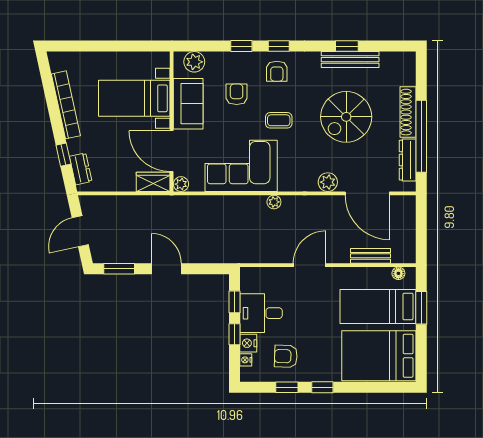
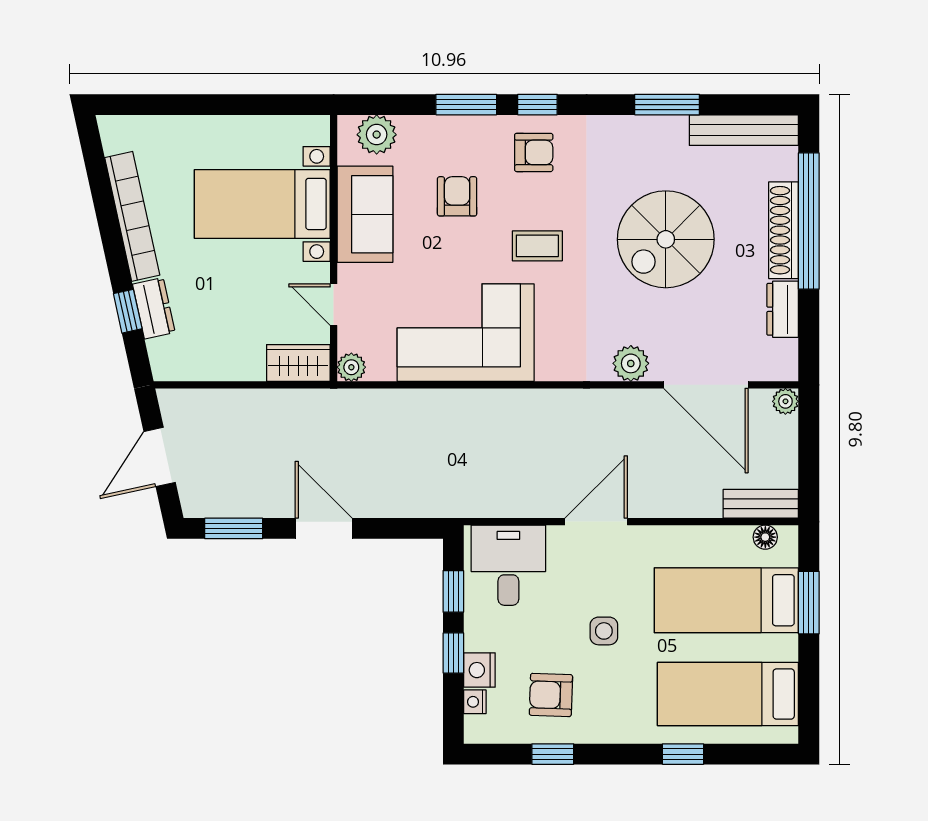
window: (241, 46) -> (466, 105), width x1.50
window: (347, 46) -> (667, 105), width x1.50
bench: (350, 60) -> (744, 130), moved
armchair: (277, 71) -> (534, 152), turned -90
window: (421, 136) -> (809, 221), moved
door: (172, 151) -> (334, 305), width x0.53
dresser: (408, 160) -> (783, 309), width x0.70
dresser: (81, 169) -> (154, 308), moved
plant: (274, 202) -> (785, 401), moved
bench: (370, 256) -> (761, 504), moved
desk: (261, 313) -> (508, 565), moved, turned 90
side table: (314, 323) -> (604, 631), added
bed: (379, 356) -> (728, 694), width x0.67
window: (322, 387) -> (683, 754), moved

